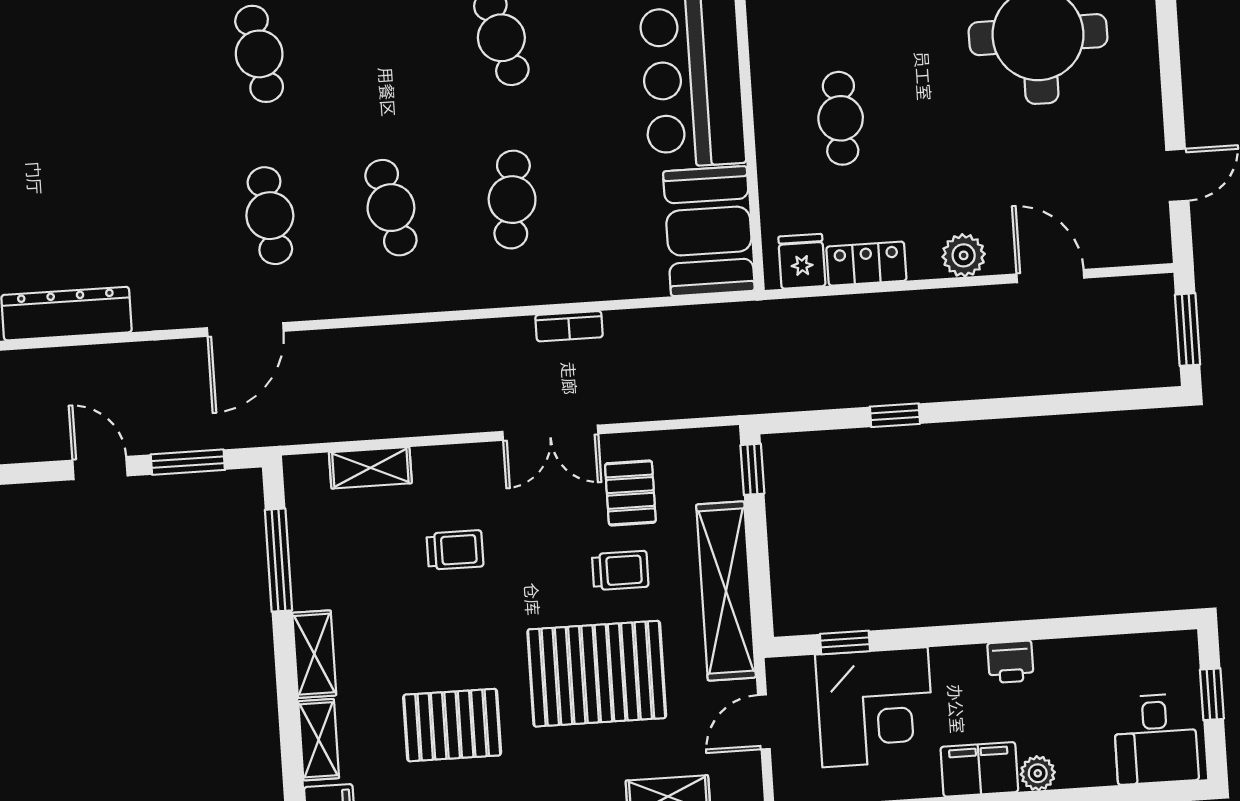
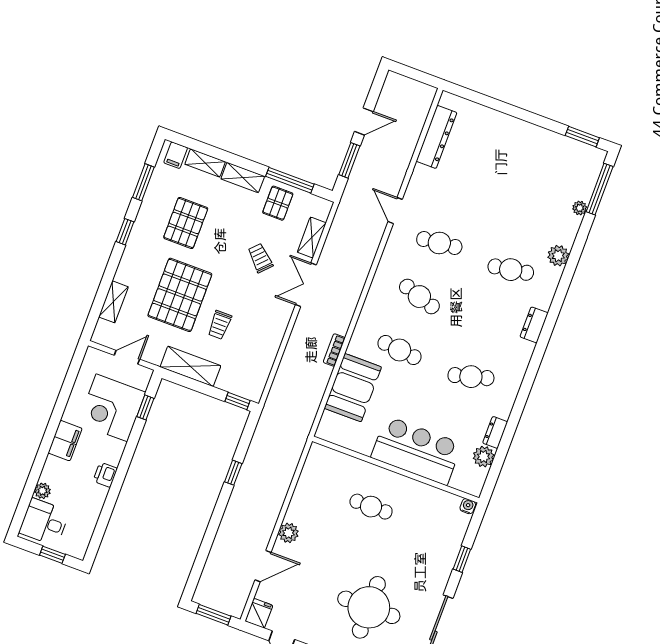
cafe table: (391, 208) -> (419, 297), turned 30
booth: (709, 231) -> (353, 388), moved, turned 90
fridge: (802, 261) -> (259, 613), moved, turned -90
locker: (866, 264) -> (304, 490), removed
door: (245, 329) -> (395, 211), width x0.73
double door: (550, 433) -> (306, 285), moved
pallet: (630, 493) -> (278, 203), moved, turned 90
trolley: (455, 550) -> (260, 258), turned 134
shelving: (726, 591) -> (190, 366), width x0.68
door: (764, 722) -> (127, 357), hinge flipped
plant: (1038, 773) -> (42, 491), moved

